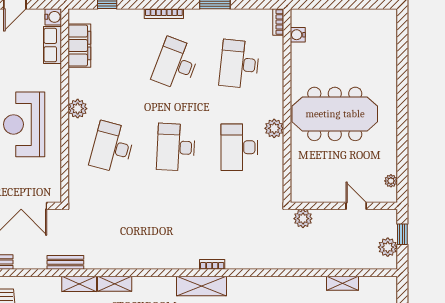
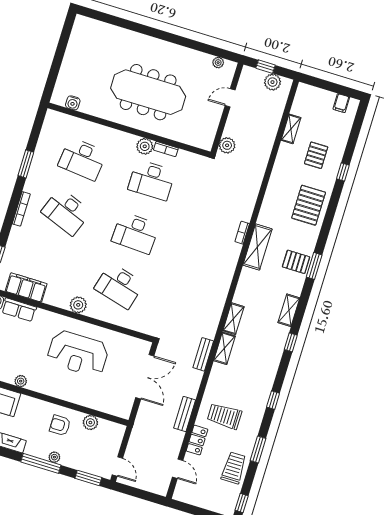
bookcase: (278, 22) -> (166, 149), moved
meeting table: (335, 114) -> (148, 92), turned 90

